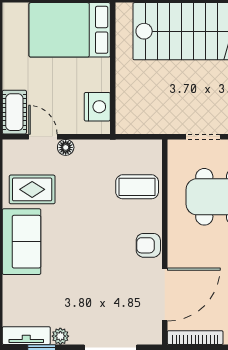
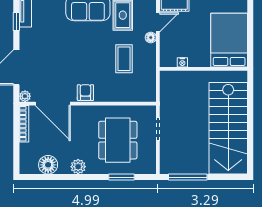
nightstand: (97, 107) -> (182, 62), width x0.53, depth x0.56
coffee table: (137, 187) -> (124, 59), moved
plant: (60, 336) -> (25, 96), moved

